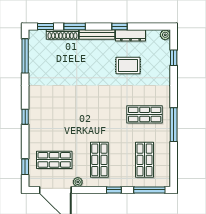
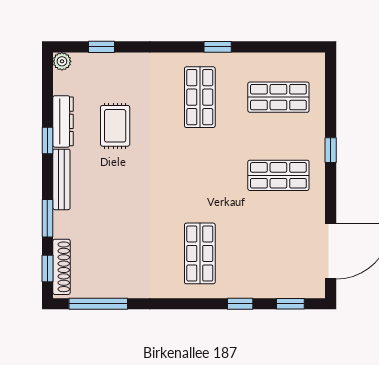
shoe rack: (62, 34) -> (61, 267), moved
window: (25, 117) -> (240, 304), moved
window: (174, 125) -> (218, 47), width x0.46
shop shelf: (54, 160) -> (200, 253), moved
plant: (78, 182) -> (317, 213), removed
window: (149, 190) -> (331, 89), removed

